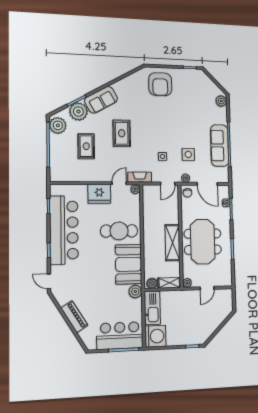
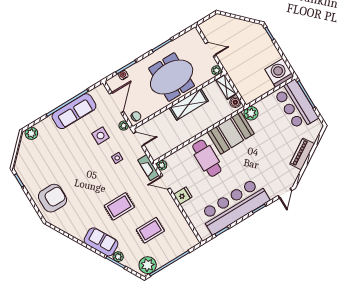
plant: (78, 112) -> (118, 257), width x0.53, depth x0.53
fridge: (99, 194) -> (183, 196), width x0.53, depth x0.75
kitchen sink: (152, 308) -> (256, 90), removed

